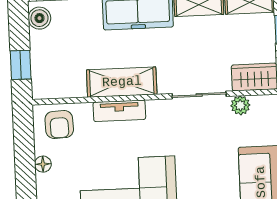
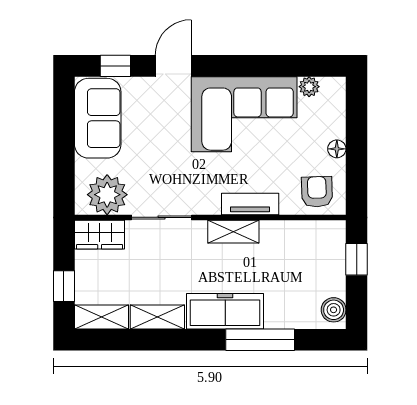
shelving: (122, 82) -> (233, 232), width x0.67, depth x0.75
plant: (240, 105) -> (107, 195), width x1.88, depth x1.88

